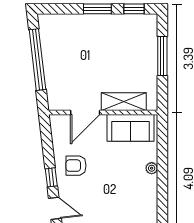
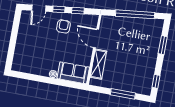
window: (97, 9) -> (163, 45), moved
sofa: (131, 128) -> (73, 73), moved, turned 90
window: (48, 148) -> (78, 11), added

